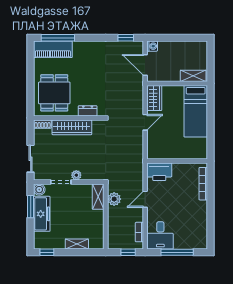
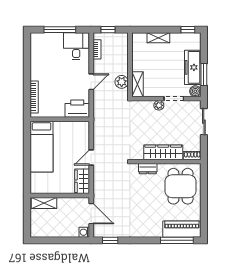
bed: (196, 111) -> (41, 147), moved, turned 180

